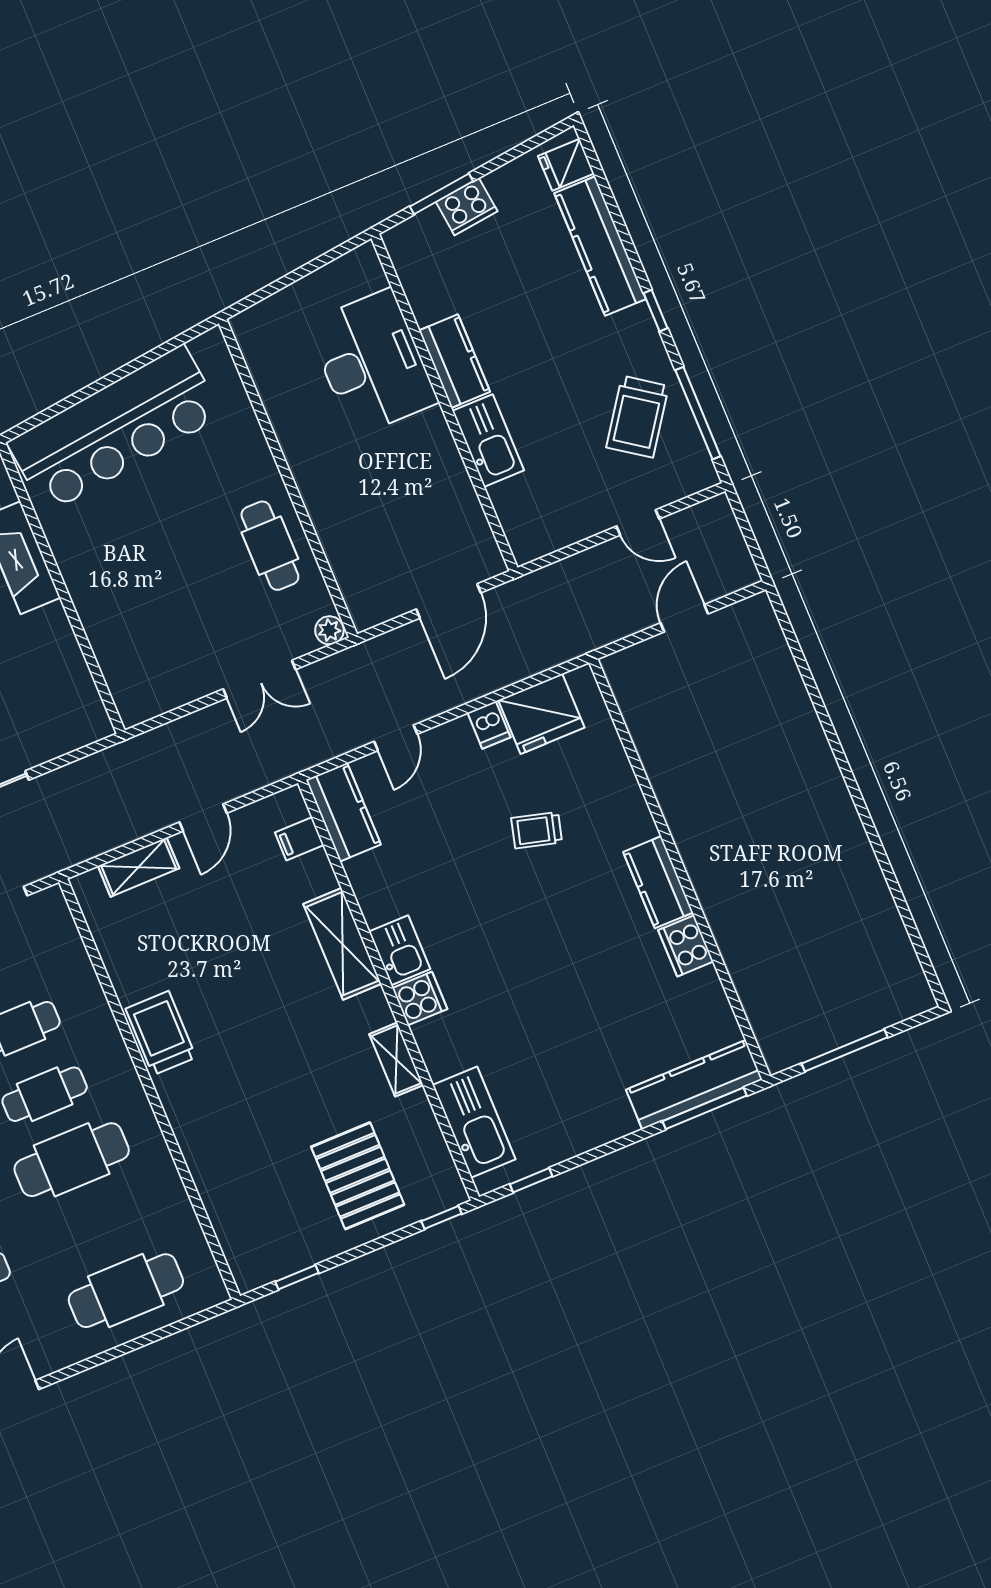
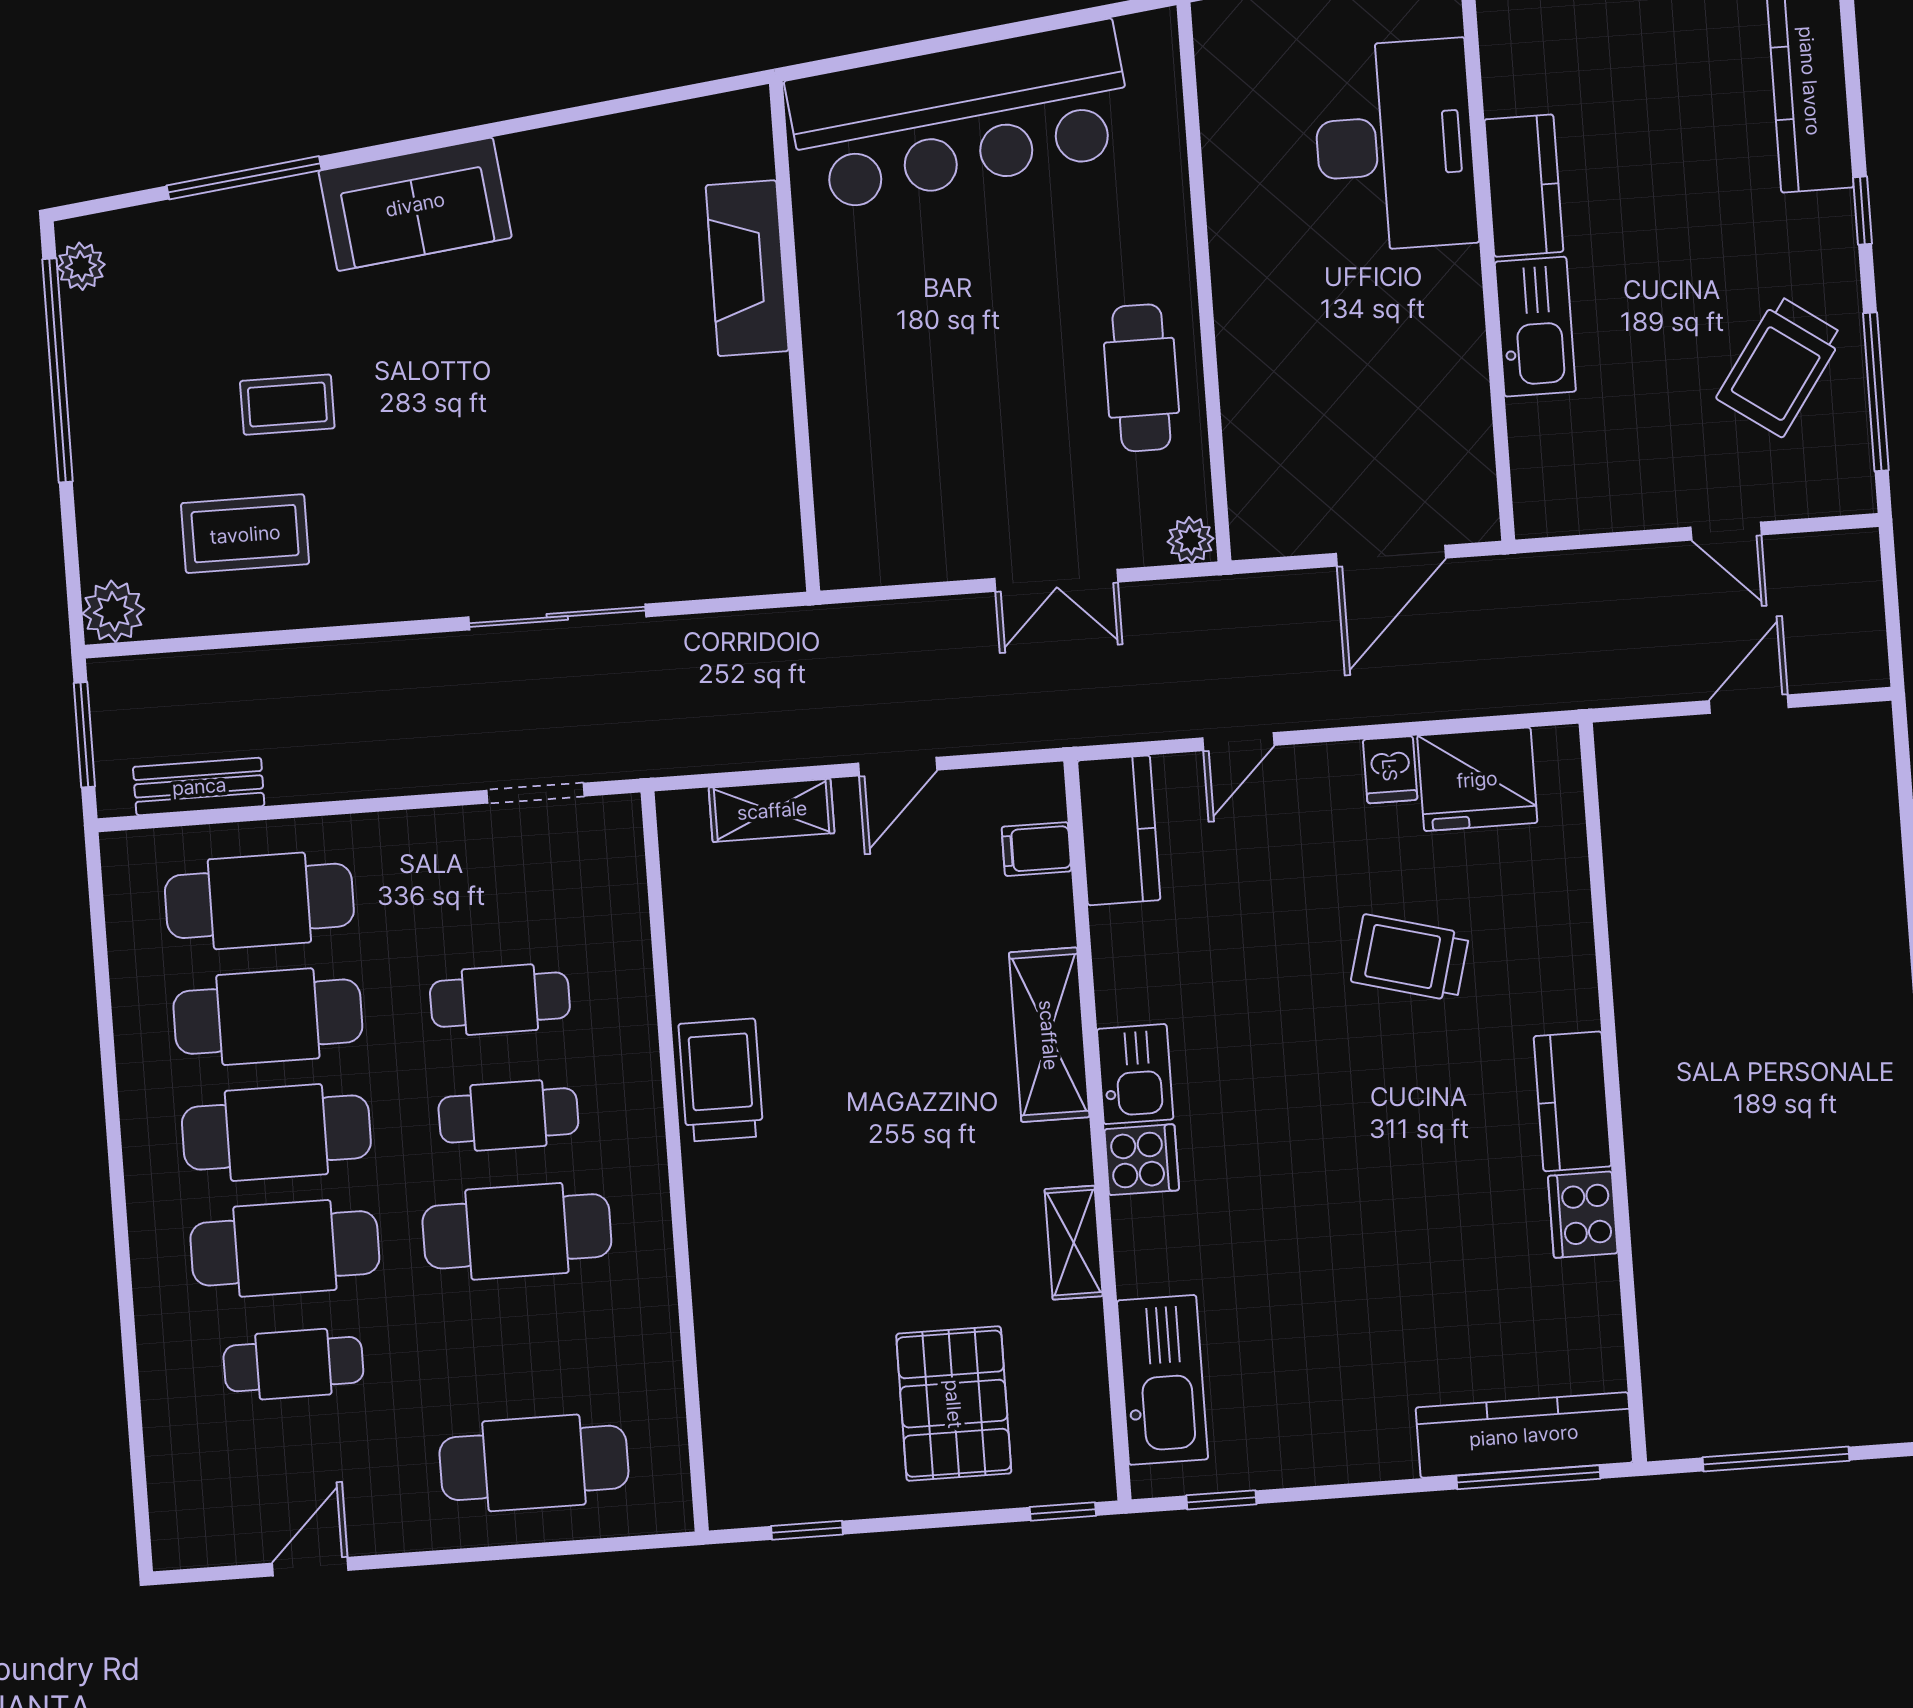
trolley: (537, 830) -> (1410, 958), width x1.36, depth x1.39

